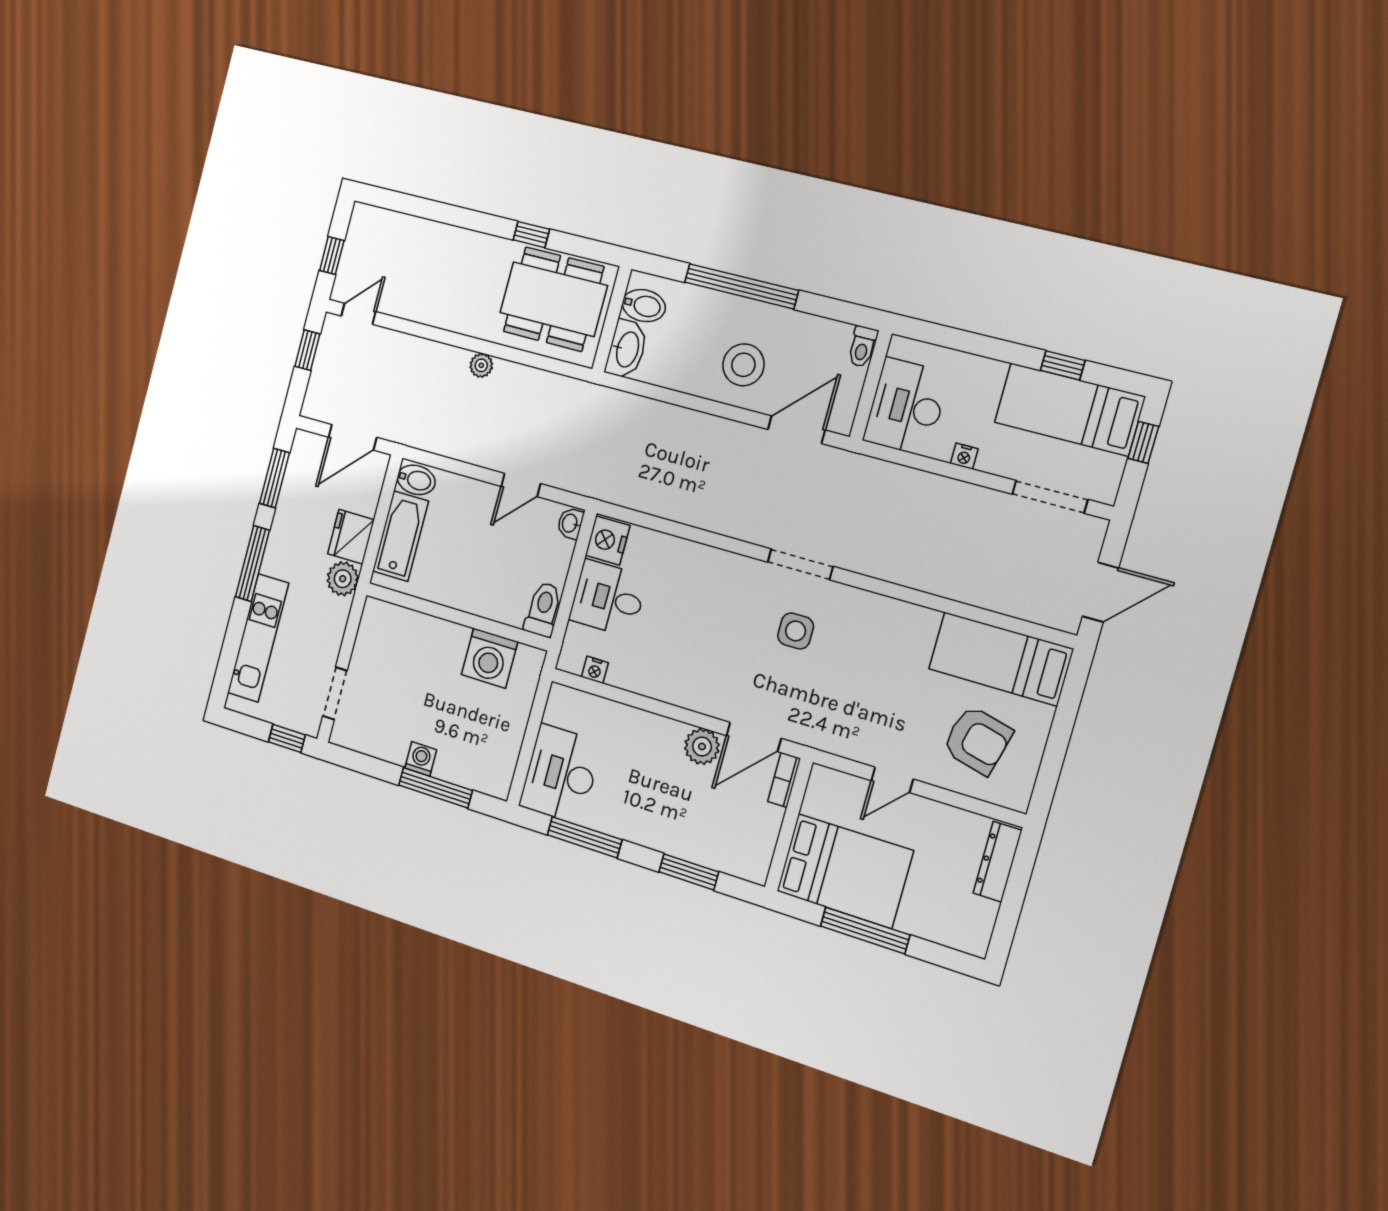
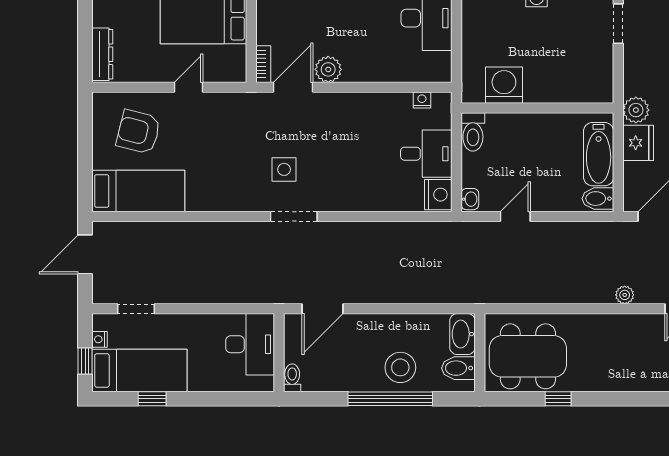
plant: (481, 365) -> (625, 295), moved
stool: (743, 365) -> (400, 367), moved
nightstand: (964, 456) -> (100, 339), moved, turned -90
doorway: (1050, 497) -> (136, 309), width x0.73

